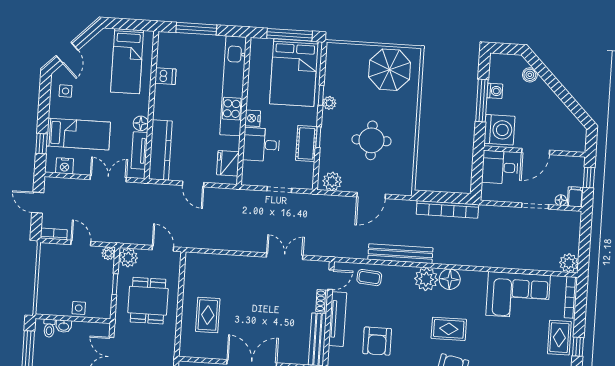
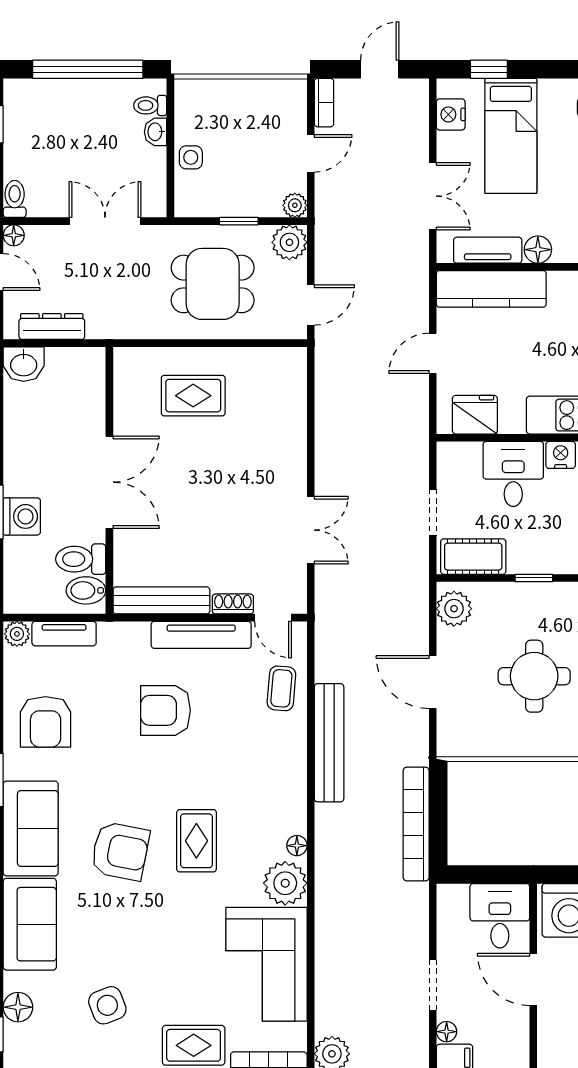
cot: (306, 144) -> (473, 557), moved
plant: (426, 279) -> (285, 883), moved
floor lamp: (450, 279) -> (297, 846), width x0.53, depth x0.53

